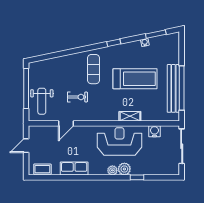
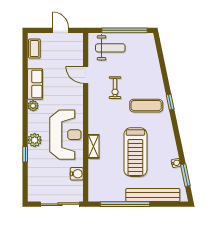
window: (114, 43) -> (170, 102), moved
bench: (173, 88) -> (153, 195), moved
weight bench: (42, 101) -> (110, 48), turned 180
plant: (112, 170) -> (33, 106), moved

